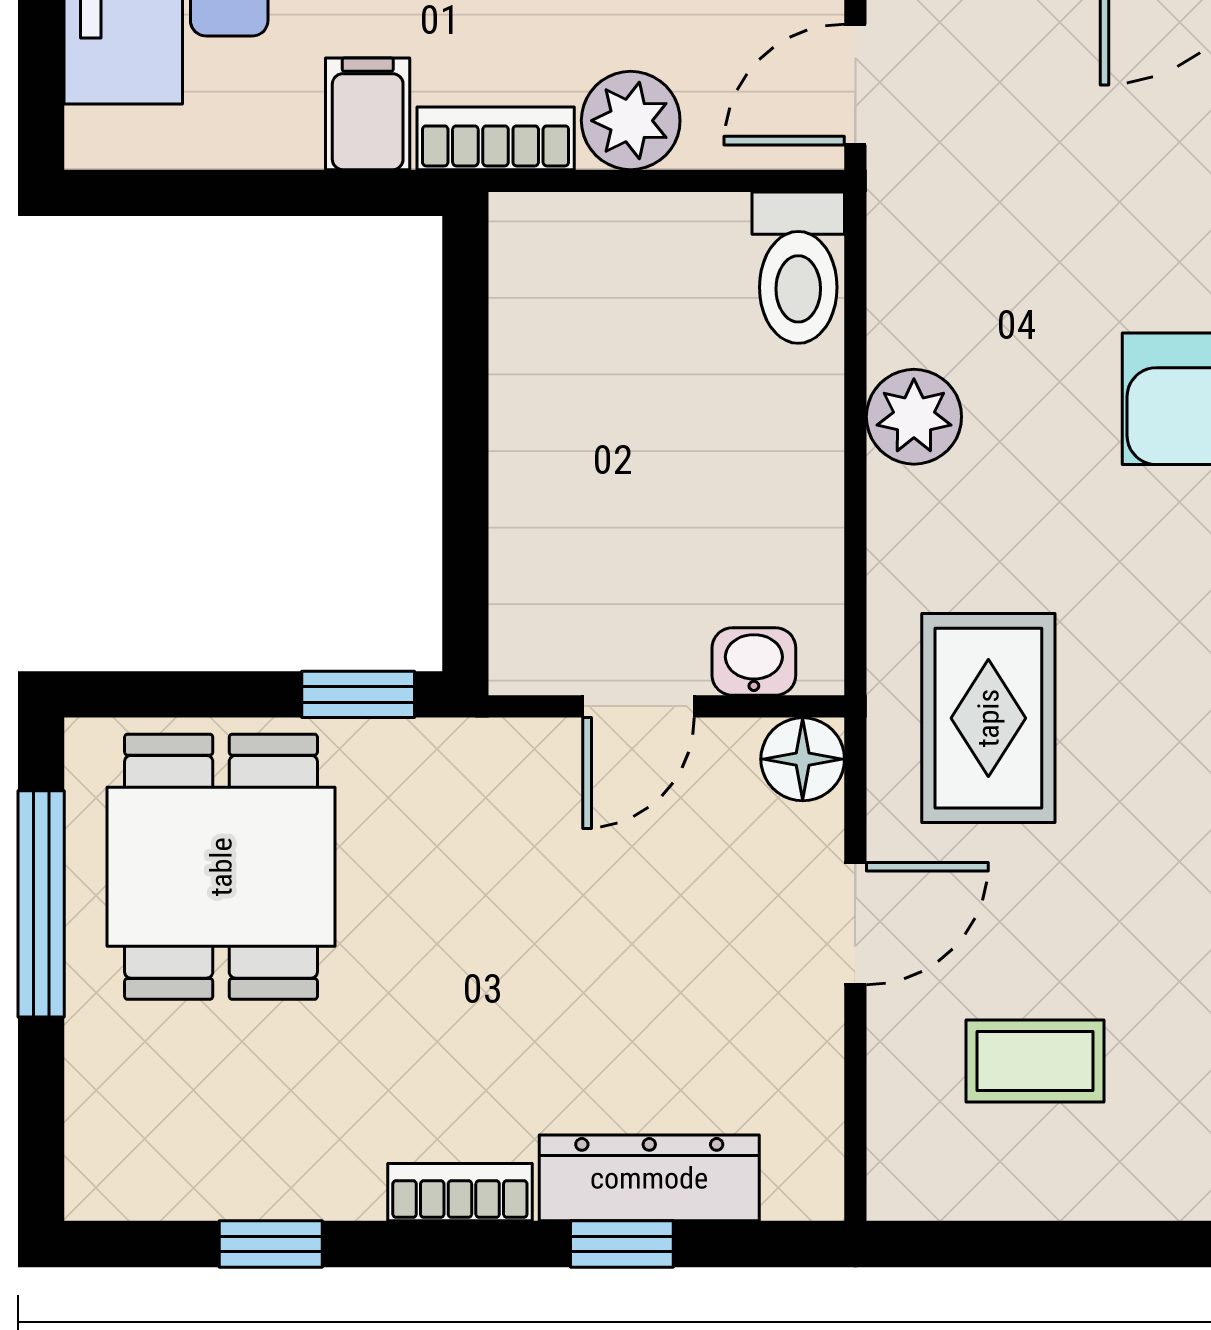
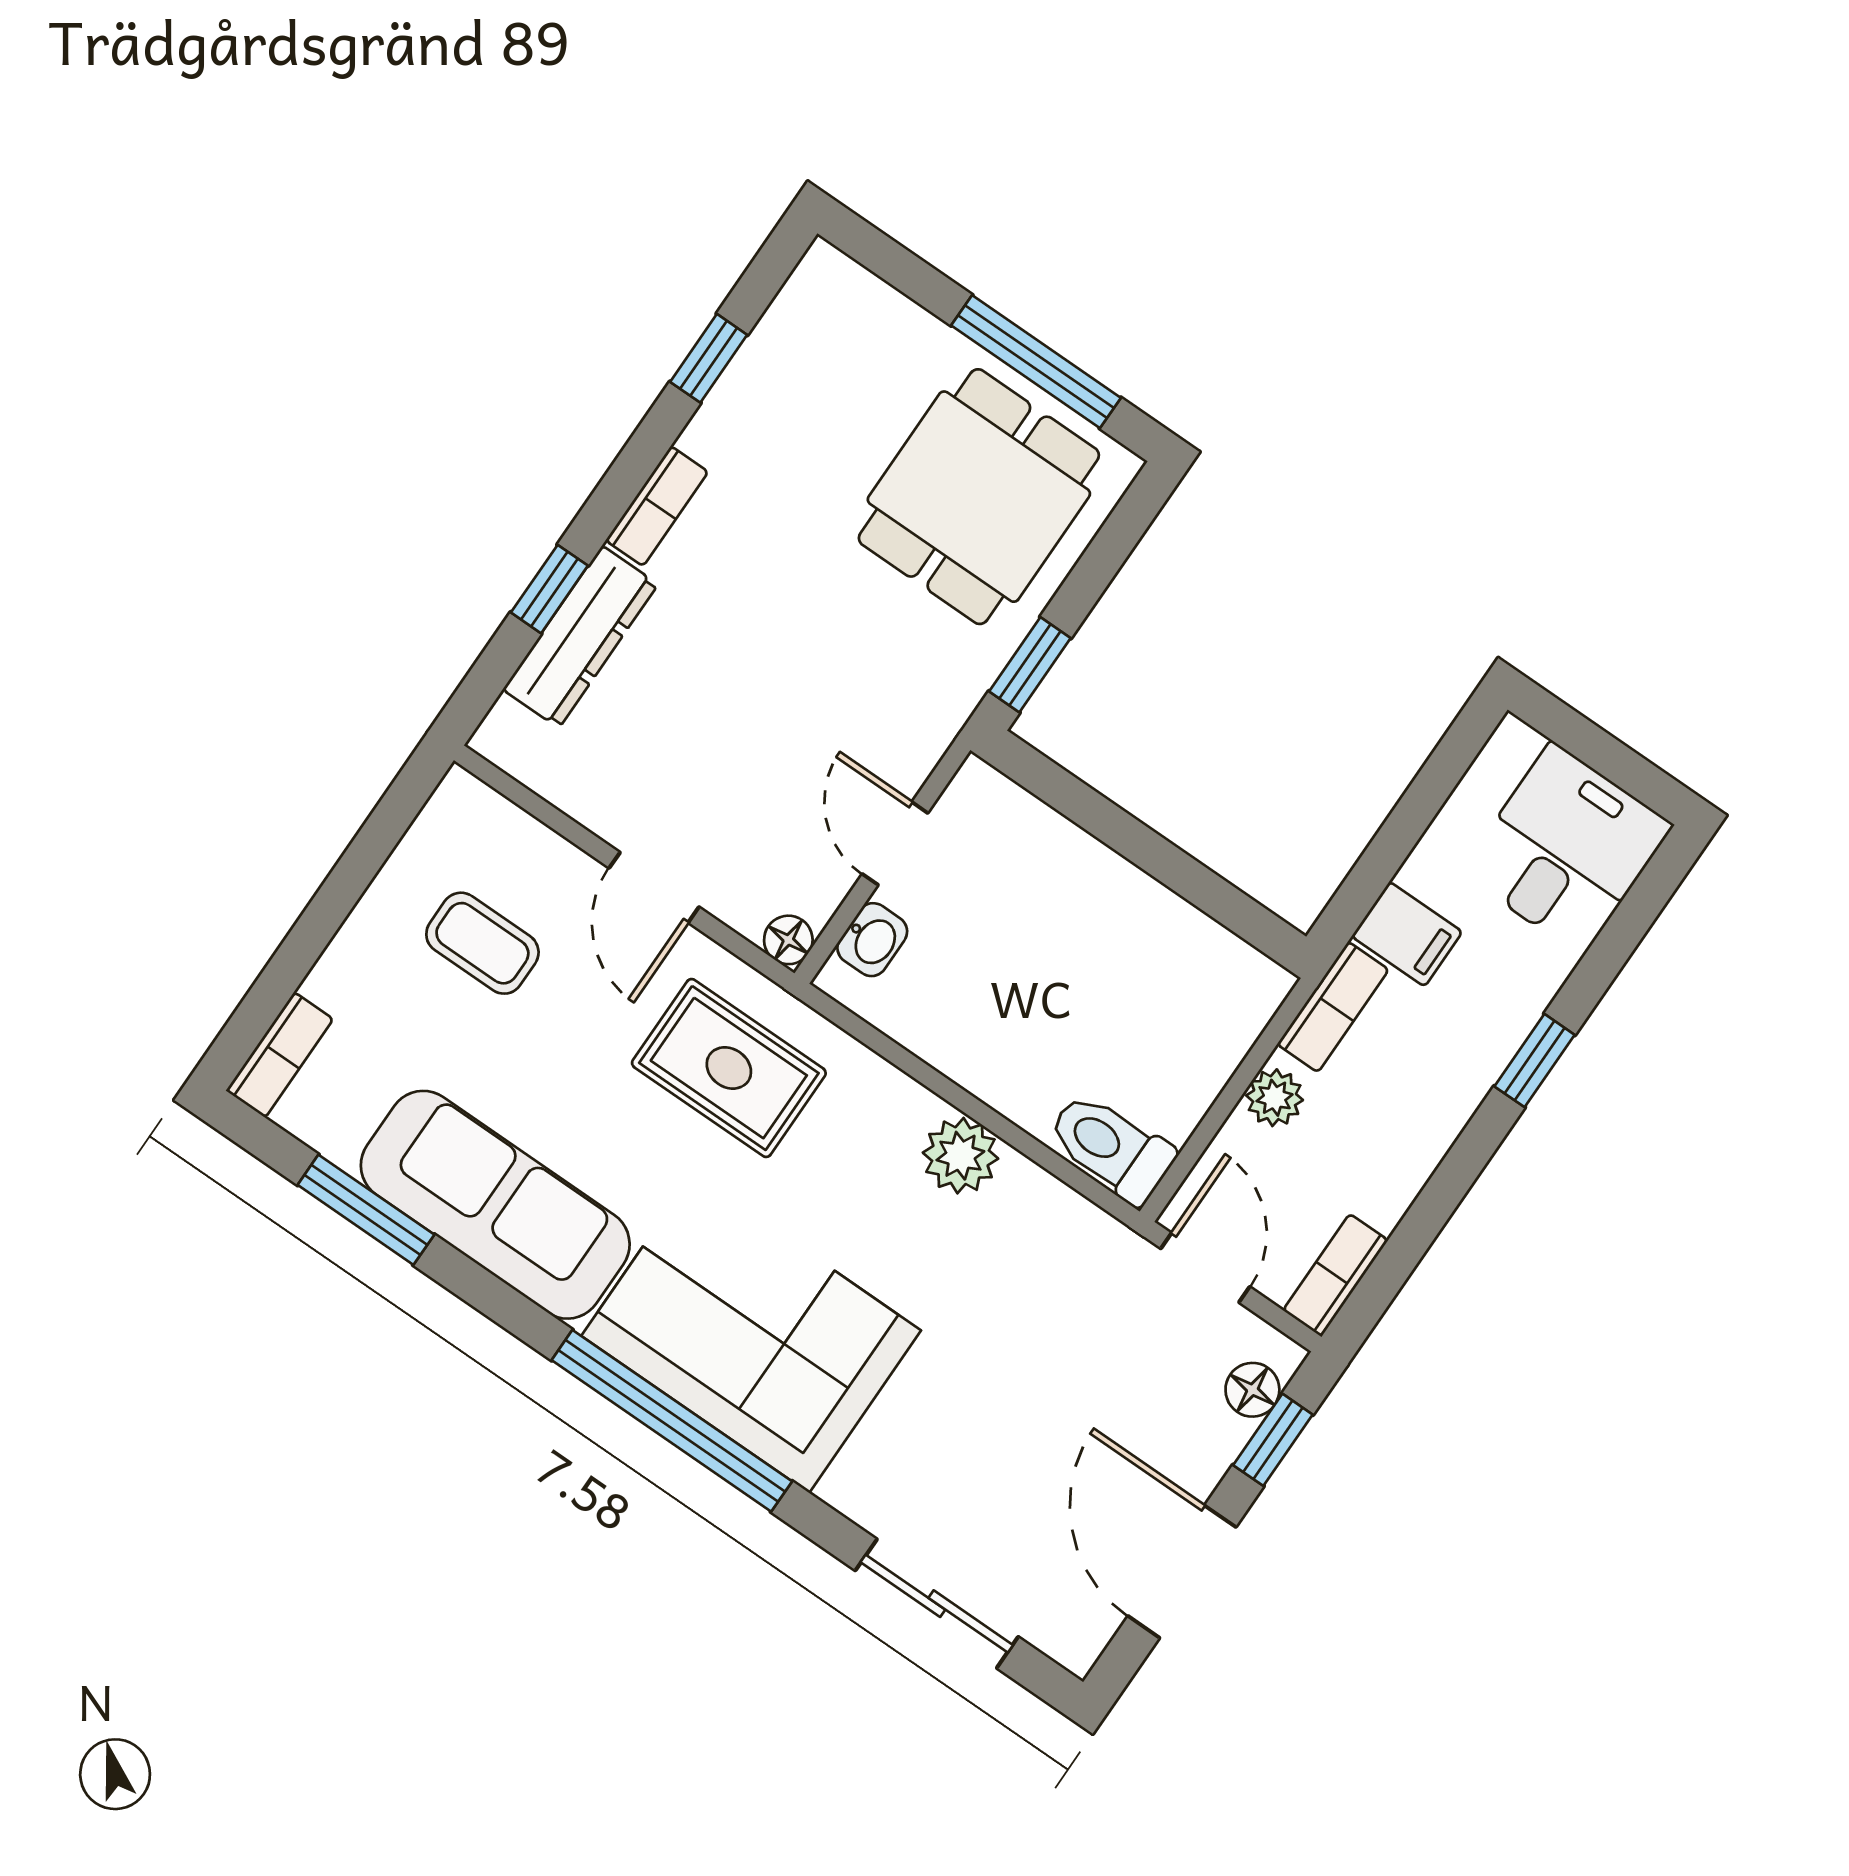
plant: (631, 121) -> (1275, 1098), width x0.73, depth x0.73
floor lamp: (803, 759) -> (788, 940), width x0.73, depth x0.73
dining table: (221, 867) -> (979, 497), turned 90
coffee table: (1035, 1061) -> (482, 943), turned 90

